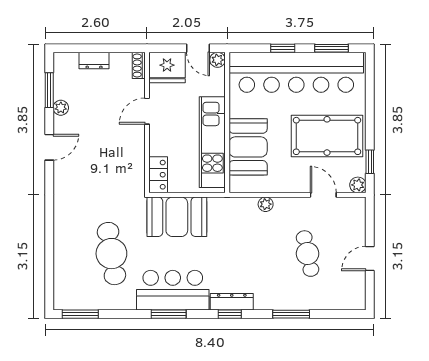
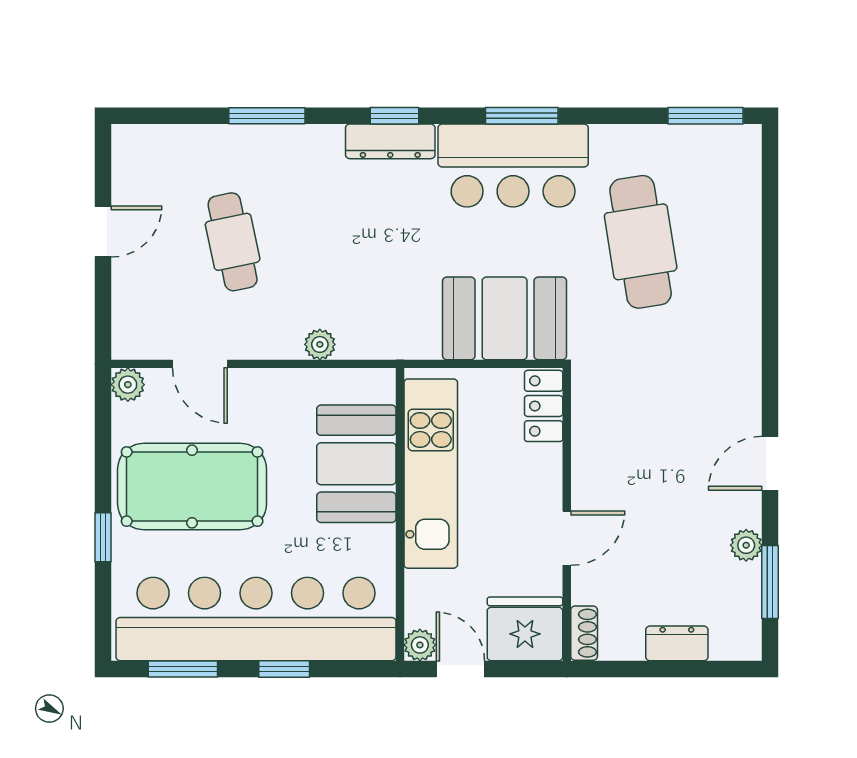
window: (370, 162) -> (103, 537), moved

